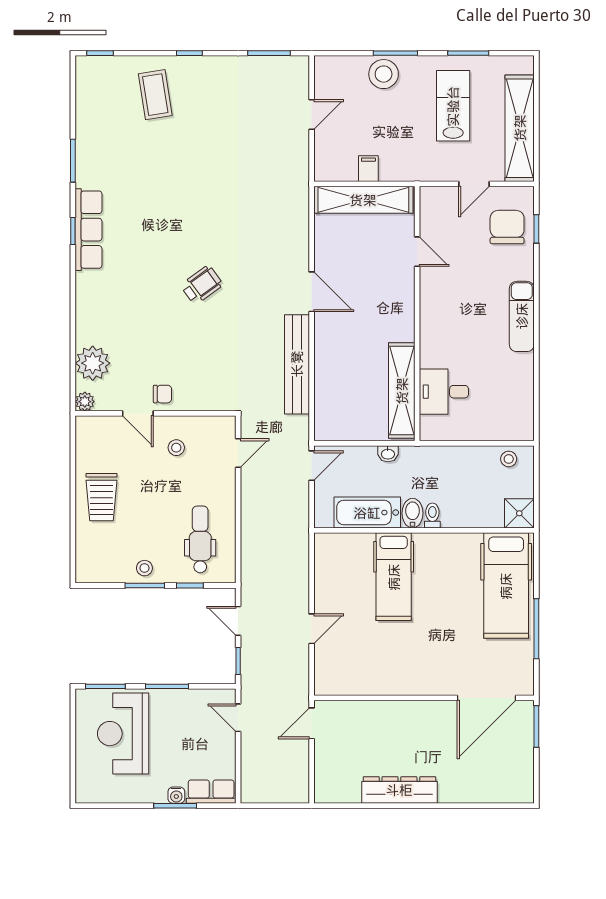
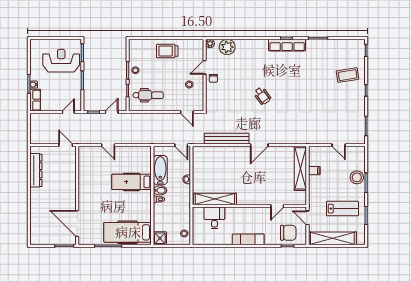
door: (417, 252) -> (277, 206), moved
wall: (417, 314) -> (249, 206), moved
shelving: (402, 391) -> (215, 199), moved
desk: (444, 392) -> (214, 218), moved
dresser: (399, 790) -> (36, 170), moved

